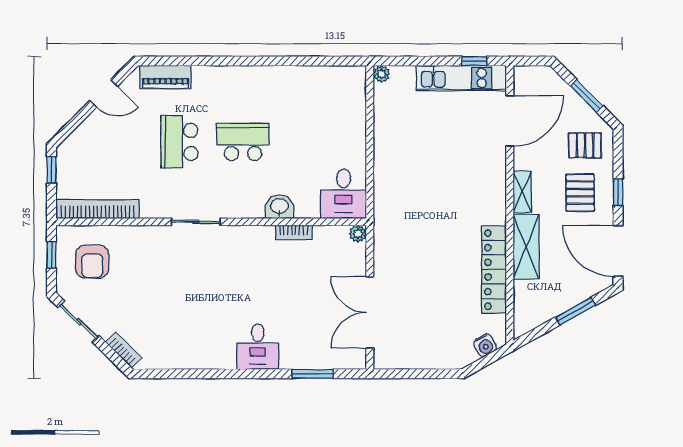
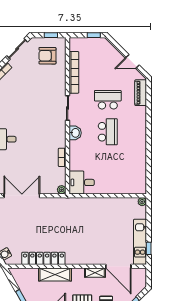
door: (104, 93) -> (132, 61), hinge flipped
shelving: (522, 192) -> (95, 273), moved
washbasin: (279, 207) -> (75, 133), moved
bookcase: (97, 209) -> (74, 72), moved

